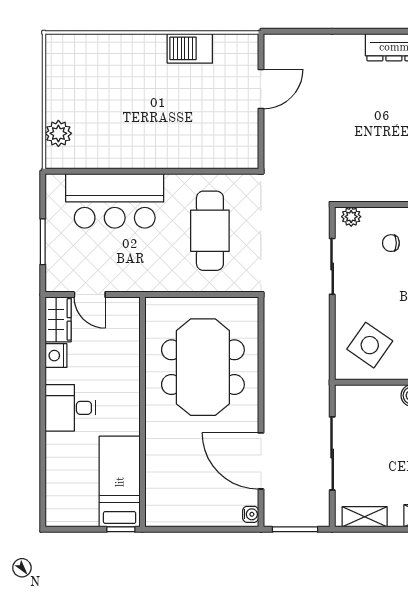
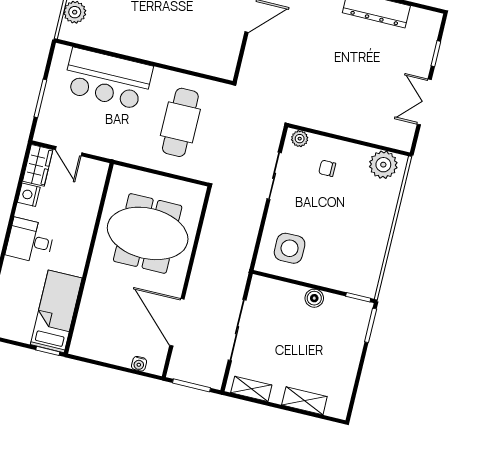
side table: (370, 345) -> (290, 248), turned -35
meeting table: (203, 367) -> (148, 233), turned 90
water cooler: (251, 514) -> (139, 364), moved, turned 90

